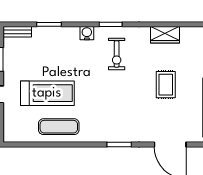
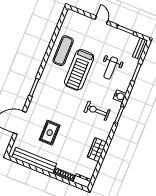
weight bench: (56, 59) -> (111, 68), added
rug: (166, 85) -> (50, 133), moved, turned 90
treadmill: (47, 93) -> (79, 70), moved

